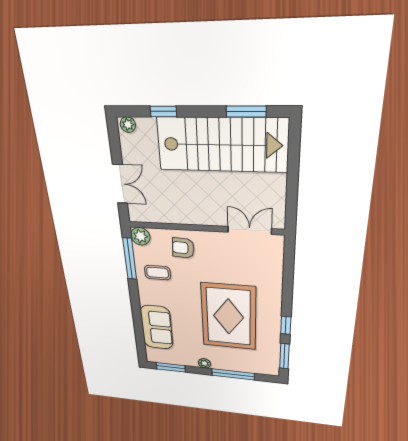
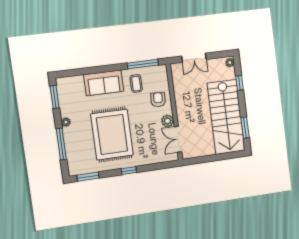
double door: (250, 230) -> (178, 139), swing flipped
plant: (140, 236) -> (167, 121), moved
rug: (229, 317) -> (112, 135), turned 90
window: (286, 325) -> (129, 171), moved
sofa: (157, 327) -> (104, 83), moved

